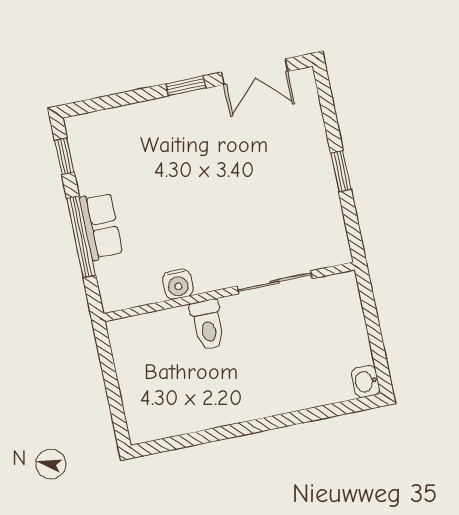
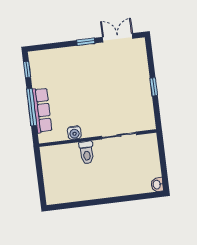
double door: (255, 72) -> (118, 38), swing flipped
row of seats: (101, 226) -> (42, 110), width x1.48

